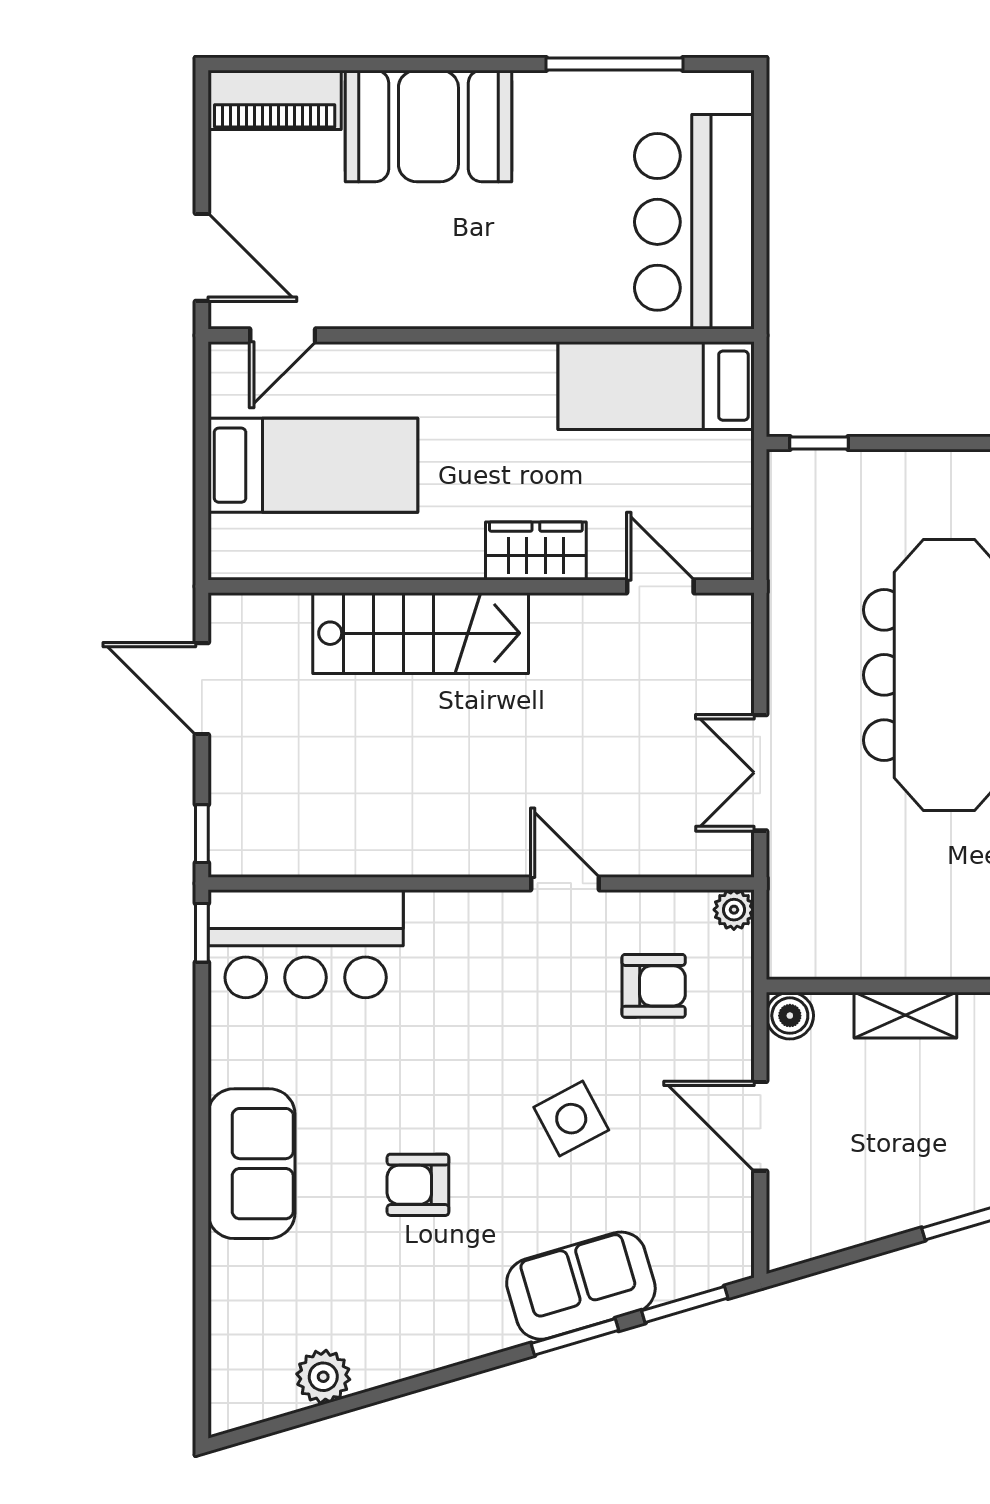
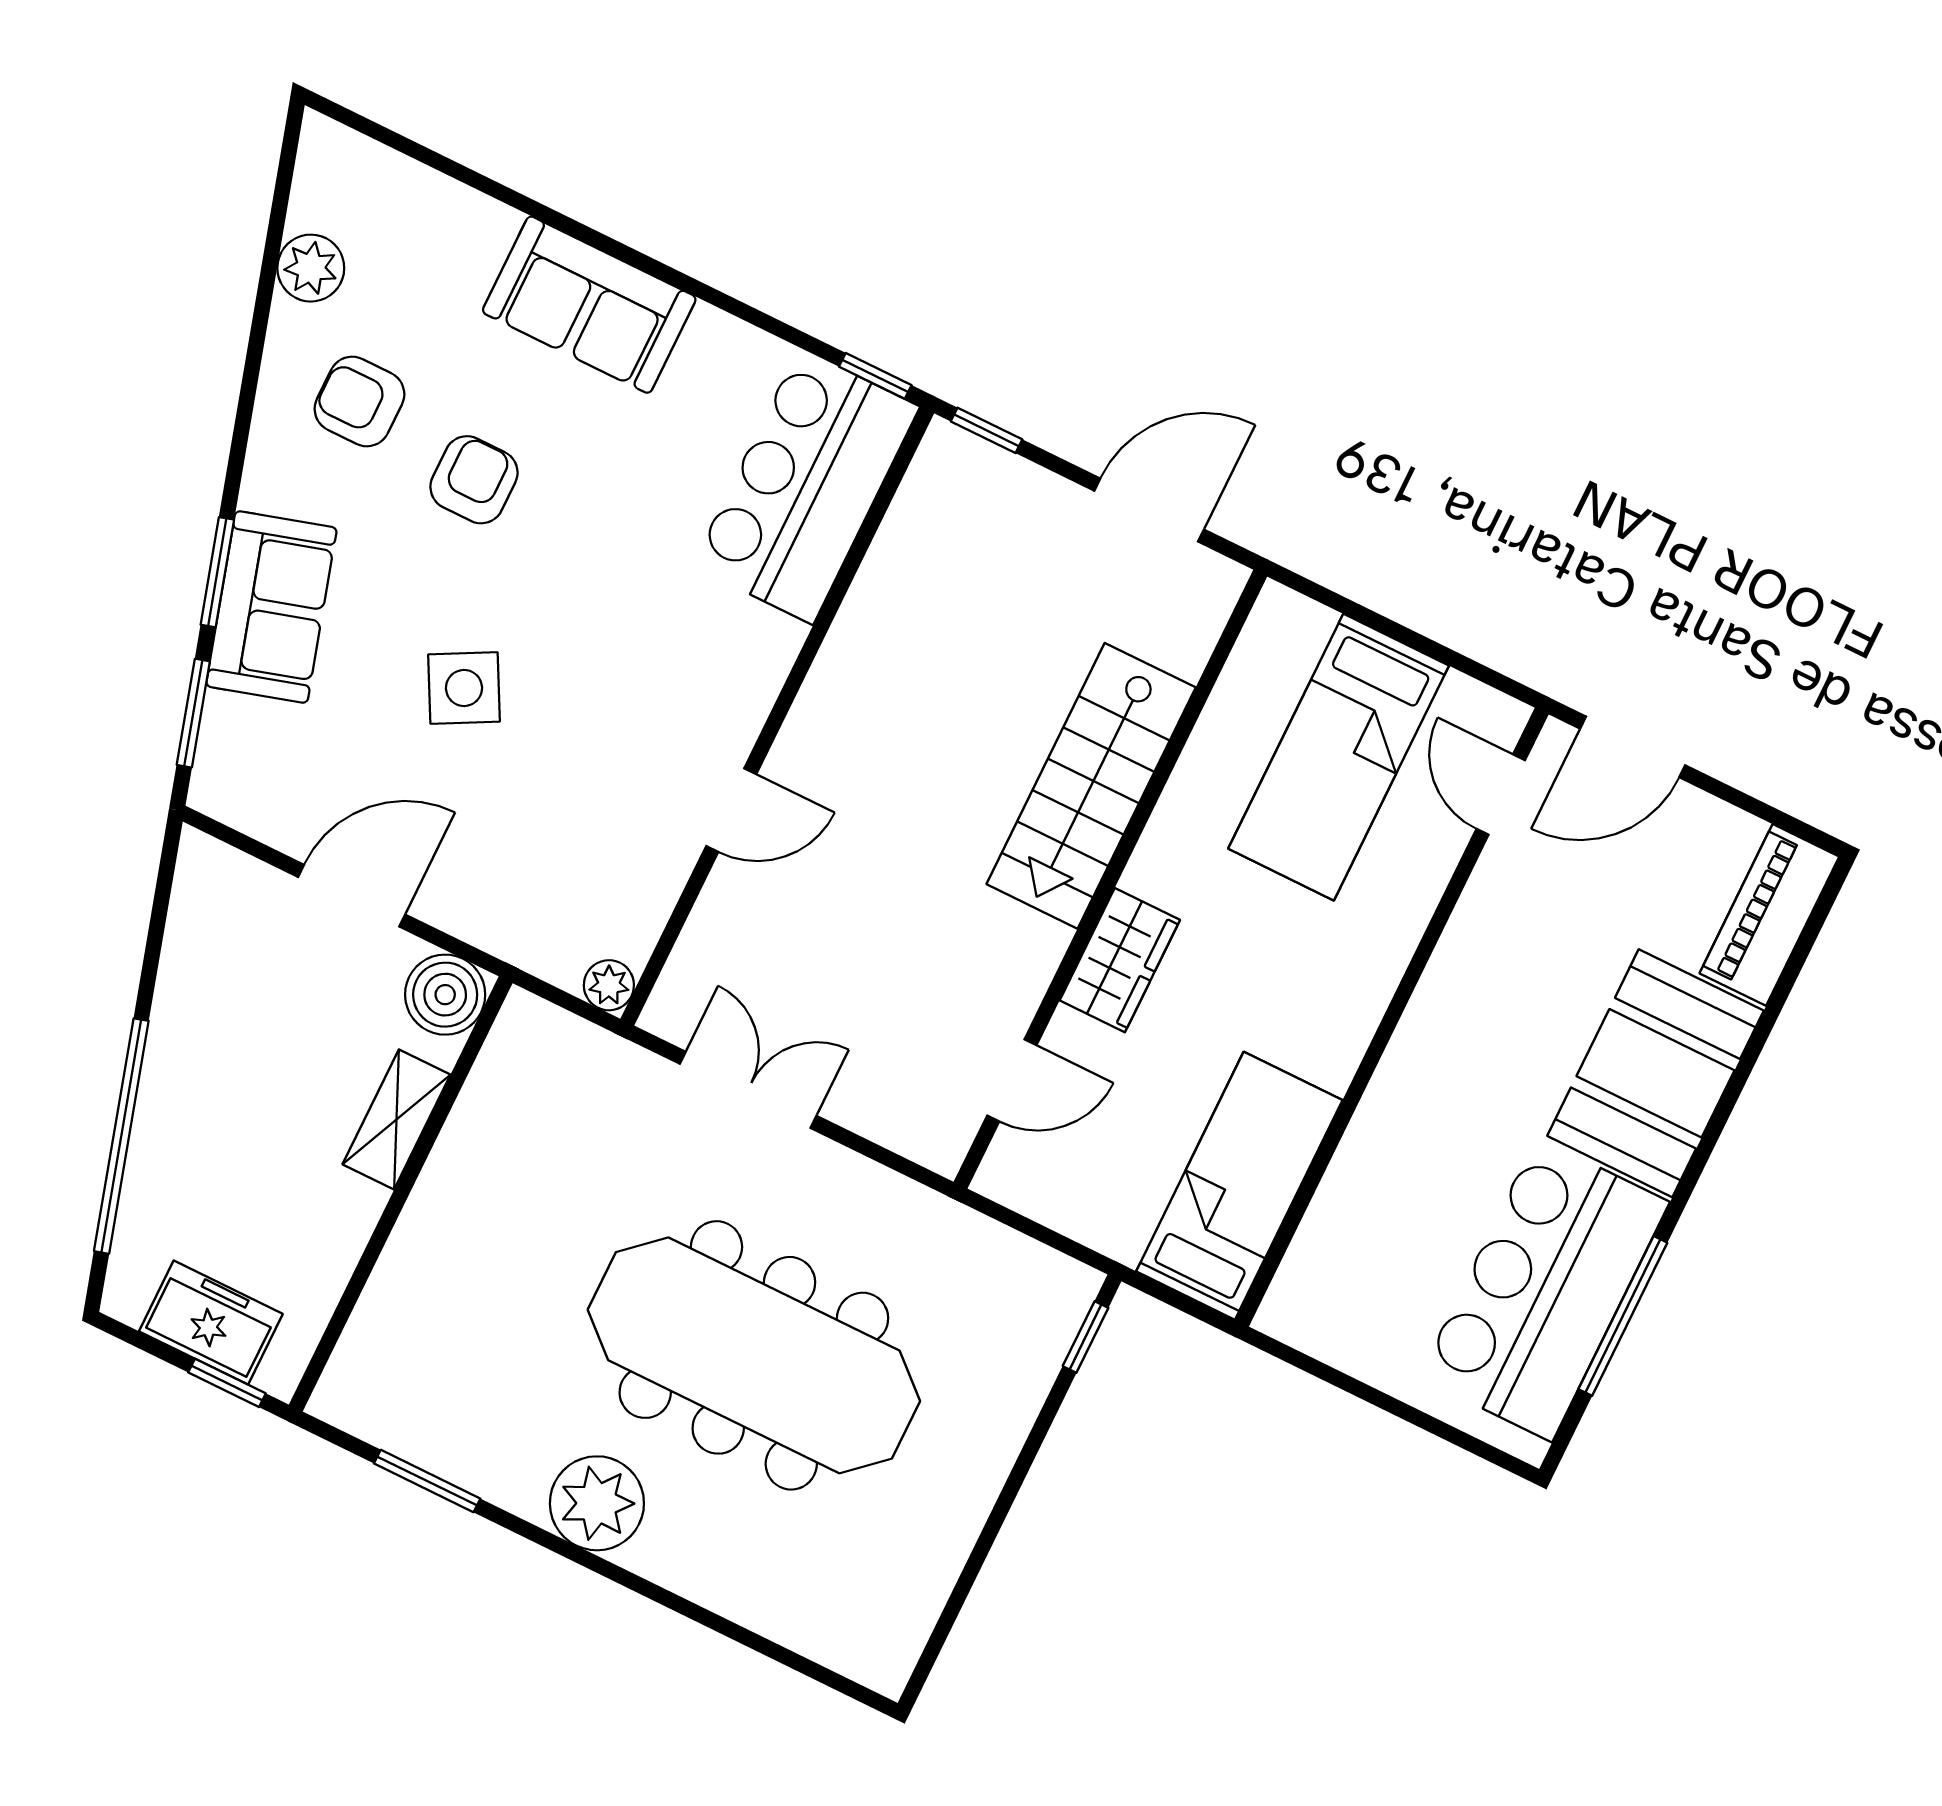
bar counter: (694, 222) -> (1544, 1289), moved, turned -90
armchair: (654, 986) -> (359, 401), moved, turned 90
boiler: (790, 1016) -> (445, 995), width x1.36, depth x1.36

